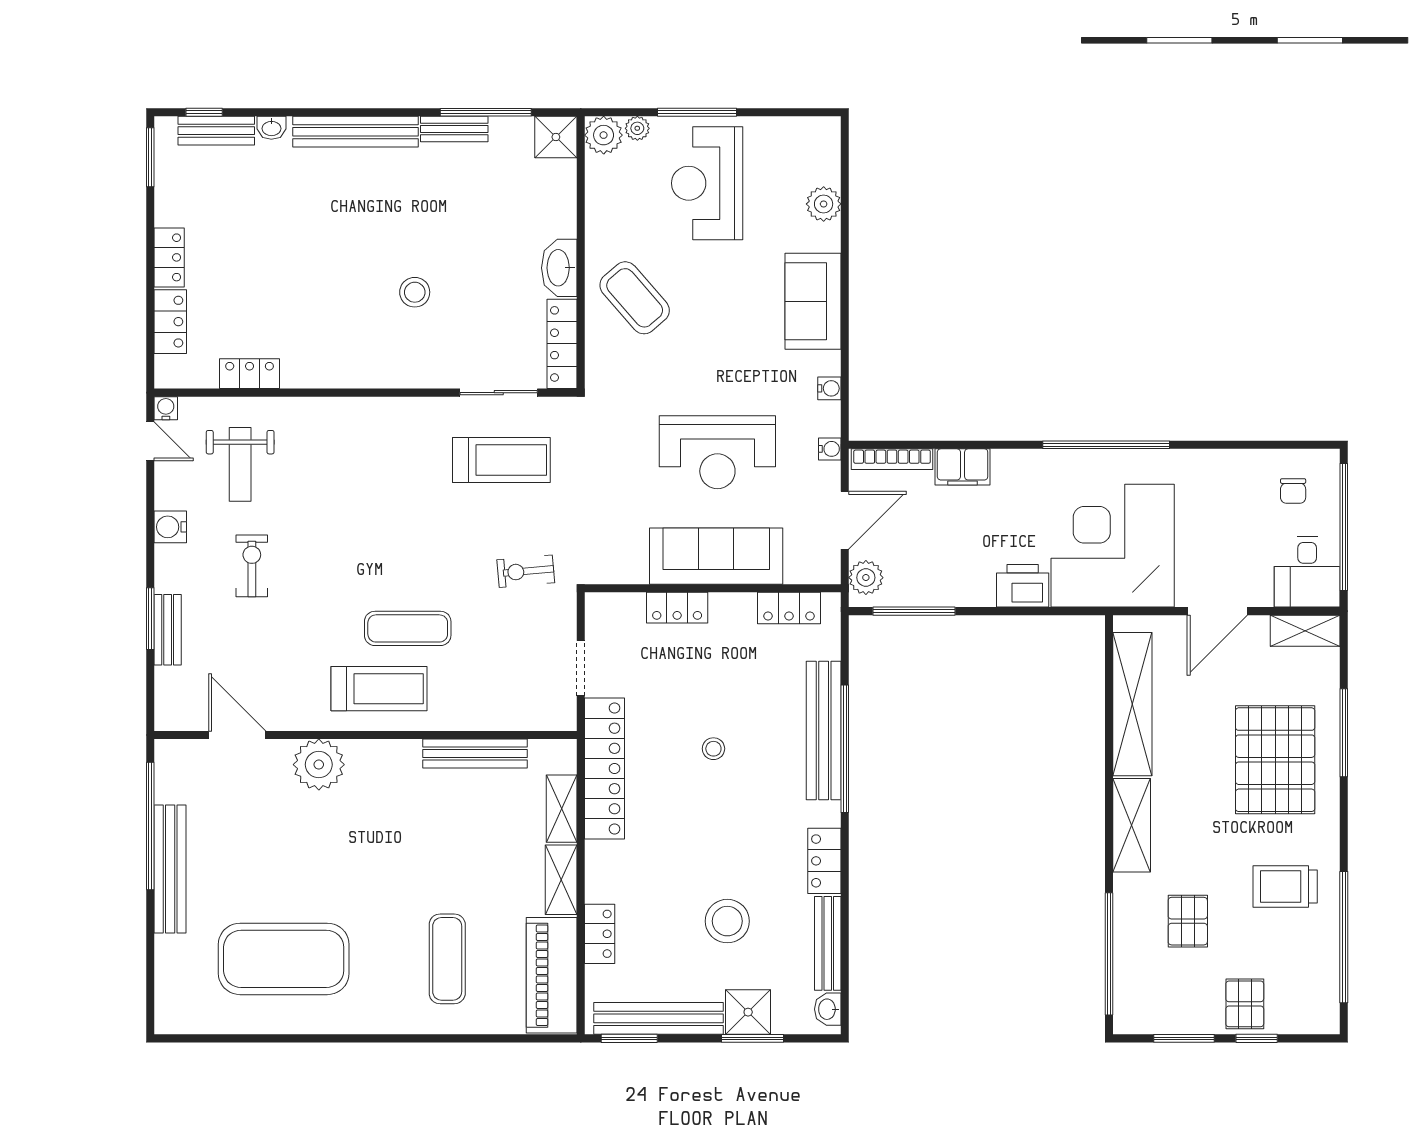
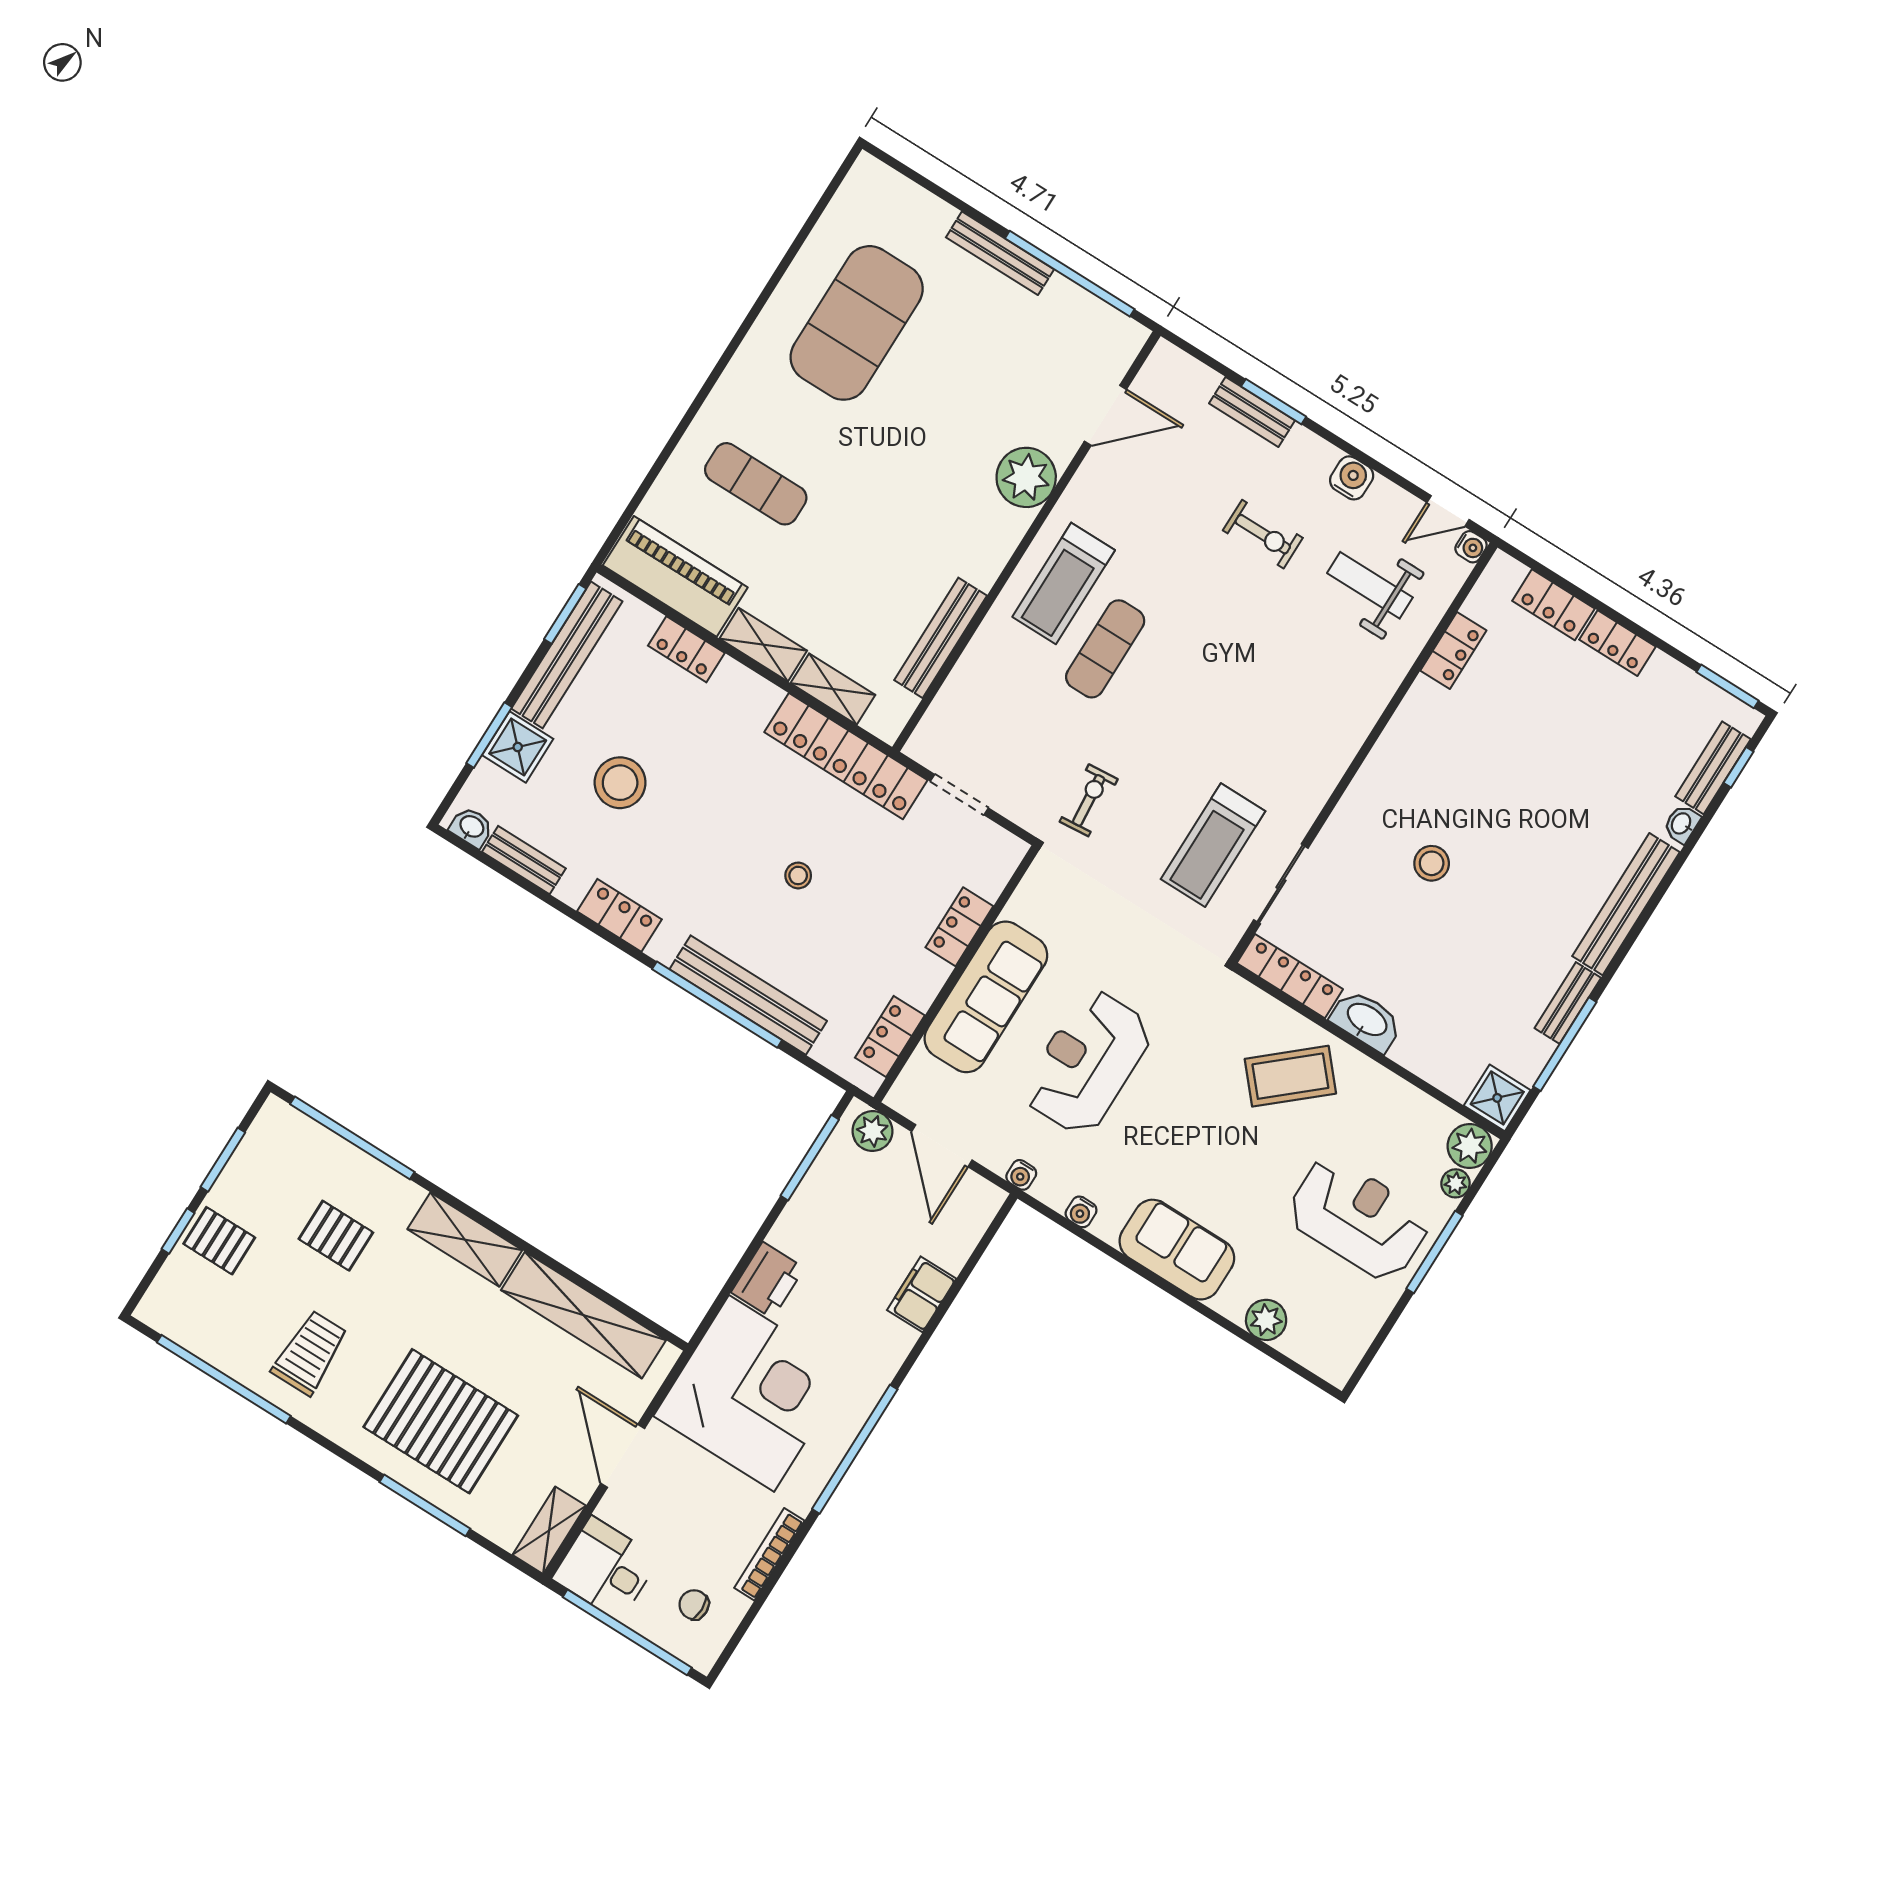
bookcase: (892, 459) -> (769, 1554), moved
bench: (170, 869) -> (1000, 253), width x0.73, depth x0.82
bench: (828, 943) -> (524, 860), width x0.73

